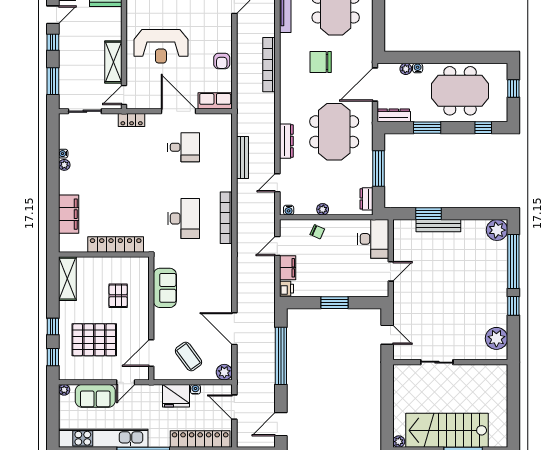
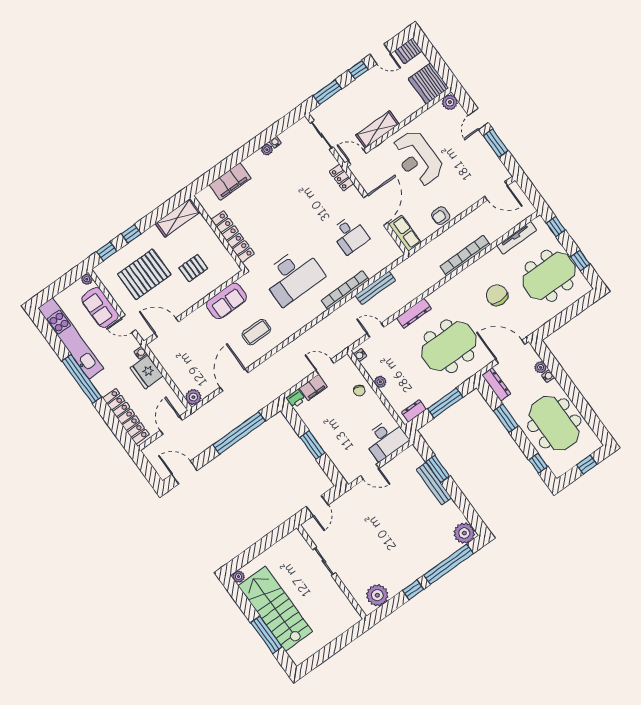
bookcase: (226, 218) -> (345, 290), moved
desk: (184, 219) -> (293, 276), width x1.36, depth x1.30
pallet: (94, 340) -> (144, 274), turned 90
coffee table: (188, 357) -> (256, 332), moved, turned 36
water cooler: (195, 389) -> (141, 353), moved

